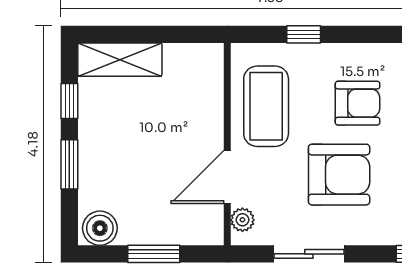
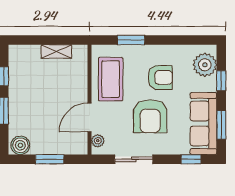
window: (304, 34) -> (131, 40), width x1.50
shelving: (120, 60) -> (56, 52), moved, width x0.67, depth x0.75
armchair: (339, 175) -> (150, 116), turned 90

